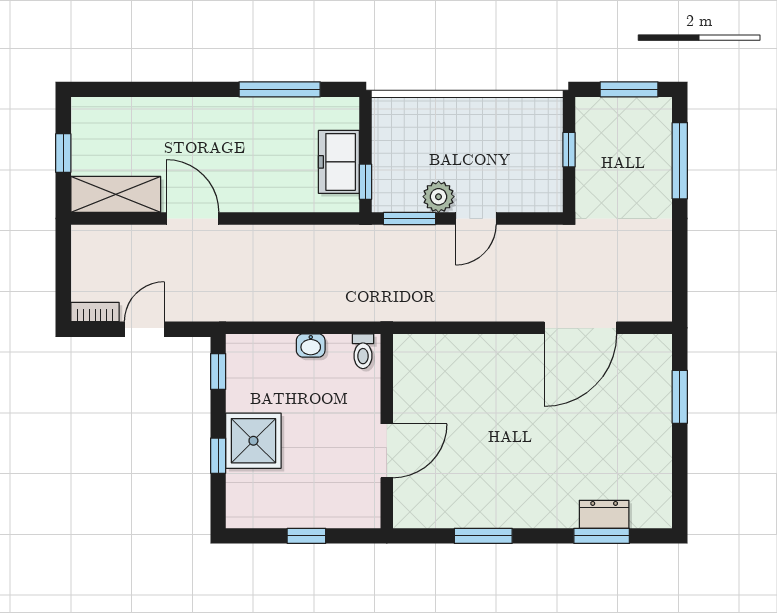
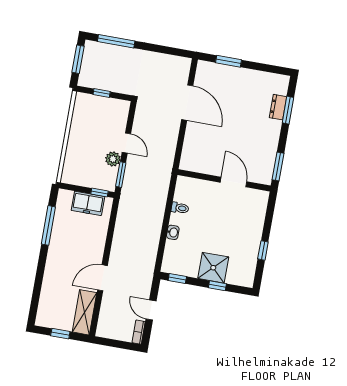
wall: (387, 431) -> (224, 180), moved
door: (387, 451) -> (233, 182), moved

